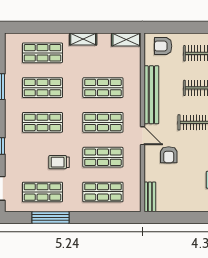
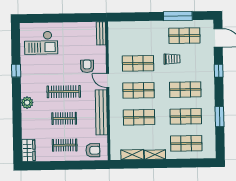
shelving: (126, 40) -> (132, 155), moved
shop shelf: (103, 192) -> (138, 36), removed

